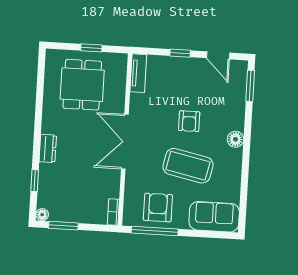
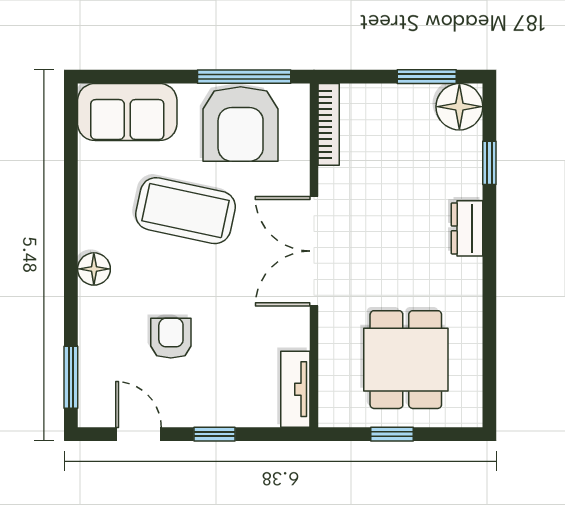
armchair: (189, 121) -> (171, 338), moved
double door: (125, 142) -> (314, 251), swing flipped
armchair: (158, 207) -> (241, 124), width x1.36, depth x1.36
bookcase: (113, 212) -> (329, 124), width x1.56
floor lamp: (42, 215) -> (459, 107), width x1.89, depth x1.89

